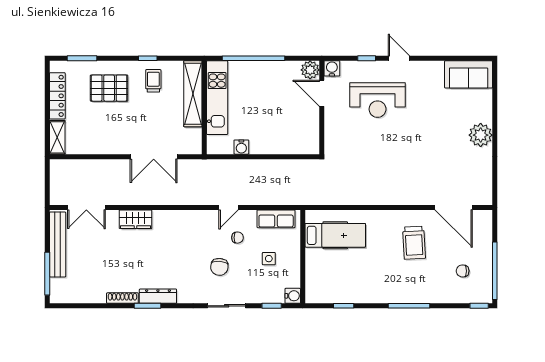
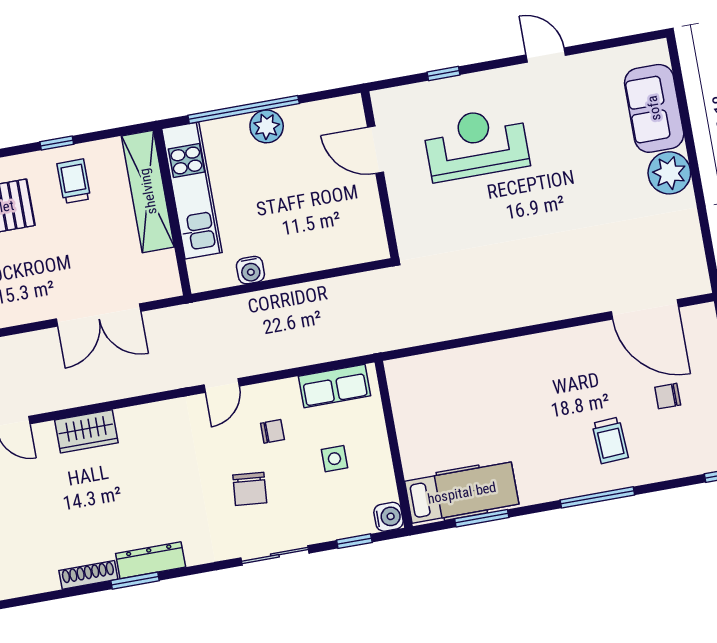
door: (399, 58) -> (546, 55), moved
water cooler: (332, 68) -> (385, 102), removed
plant: (310, 70) -> (267, 126), moved
sofa: (469, 74) -> (654, 108), moved, turned 90
reception desk: (378, 100) -> (476, 144), turned 180
door: (229, 207) -> (222, 386), moved
hospital bed: (335, 235) -> (462, 493), moved
trolley: (414, 243) -> (610, 440), moved, width x0.73, depth x0.72
chair: (463, 271) -> (668, 396), moved
window: (344, 306) -> (482, 518), width x1.50

